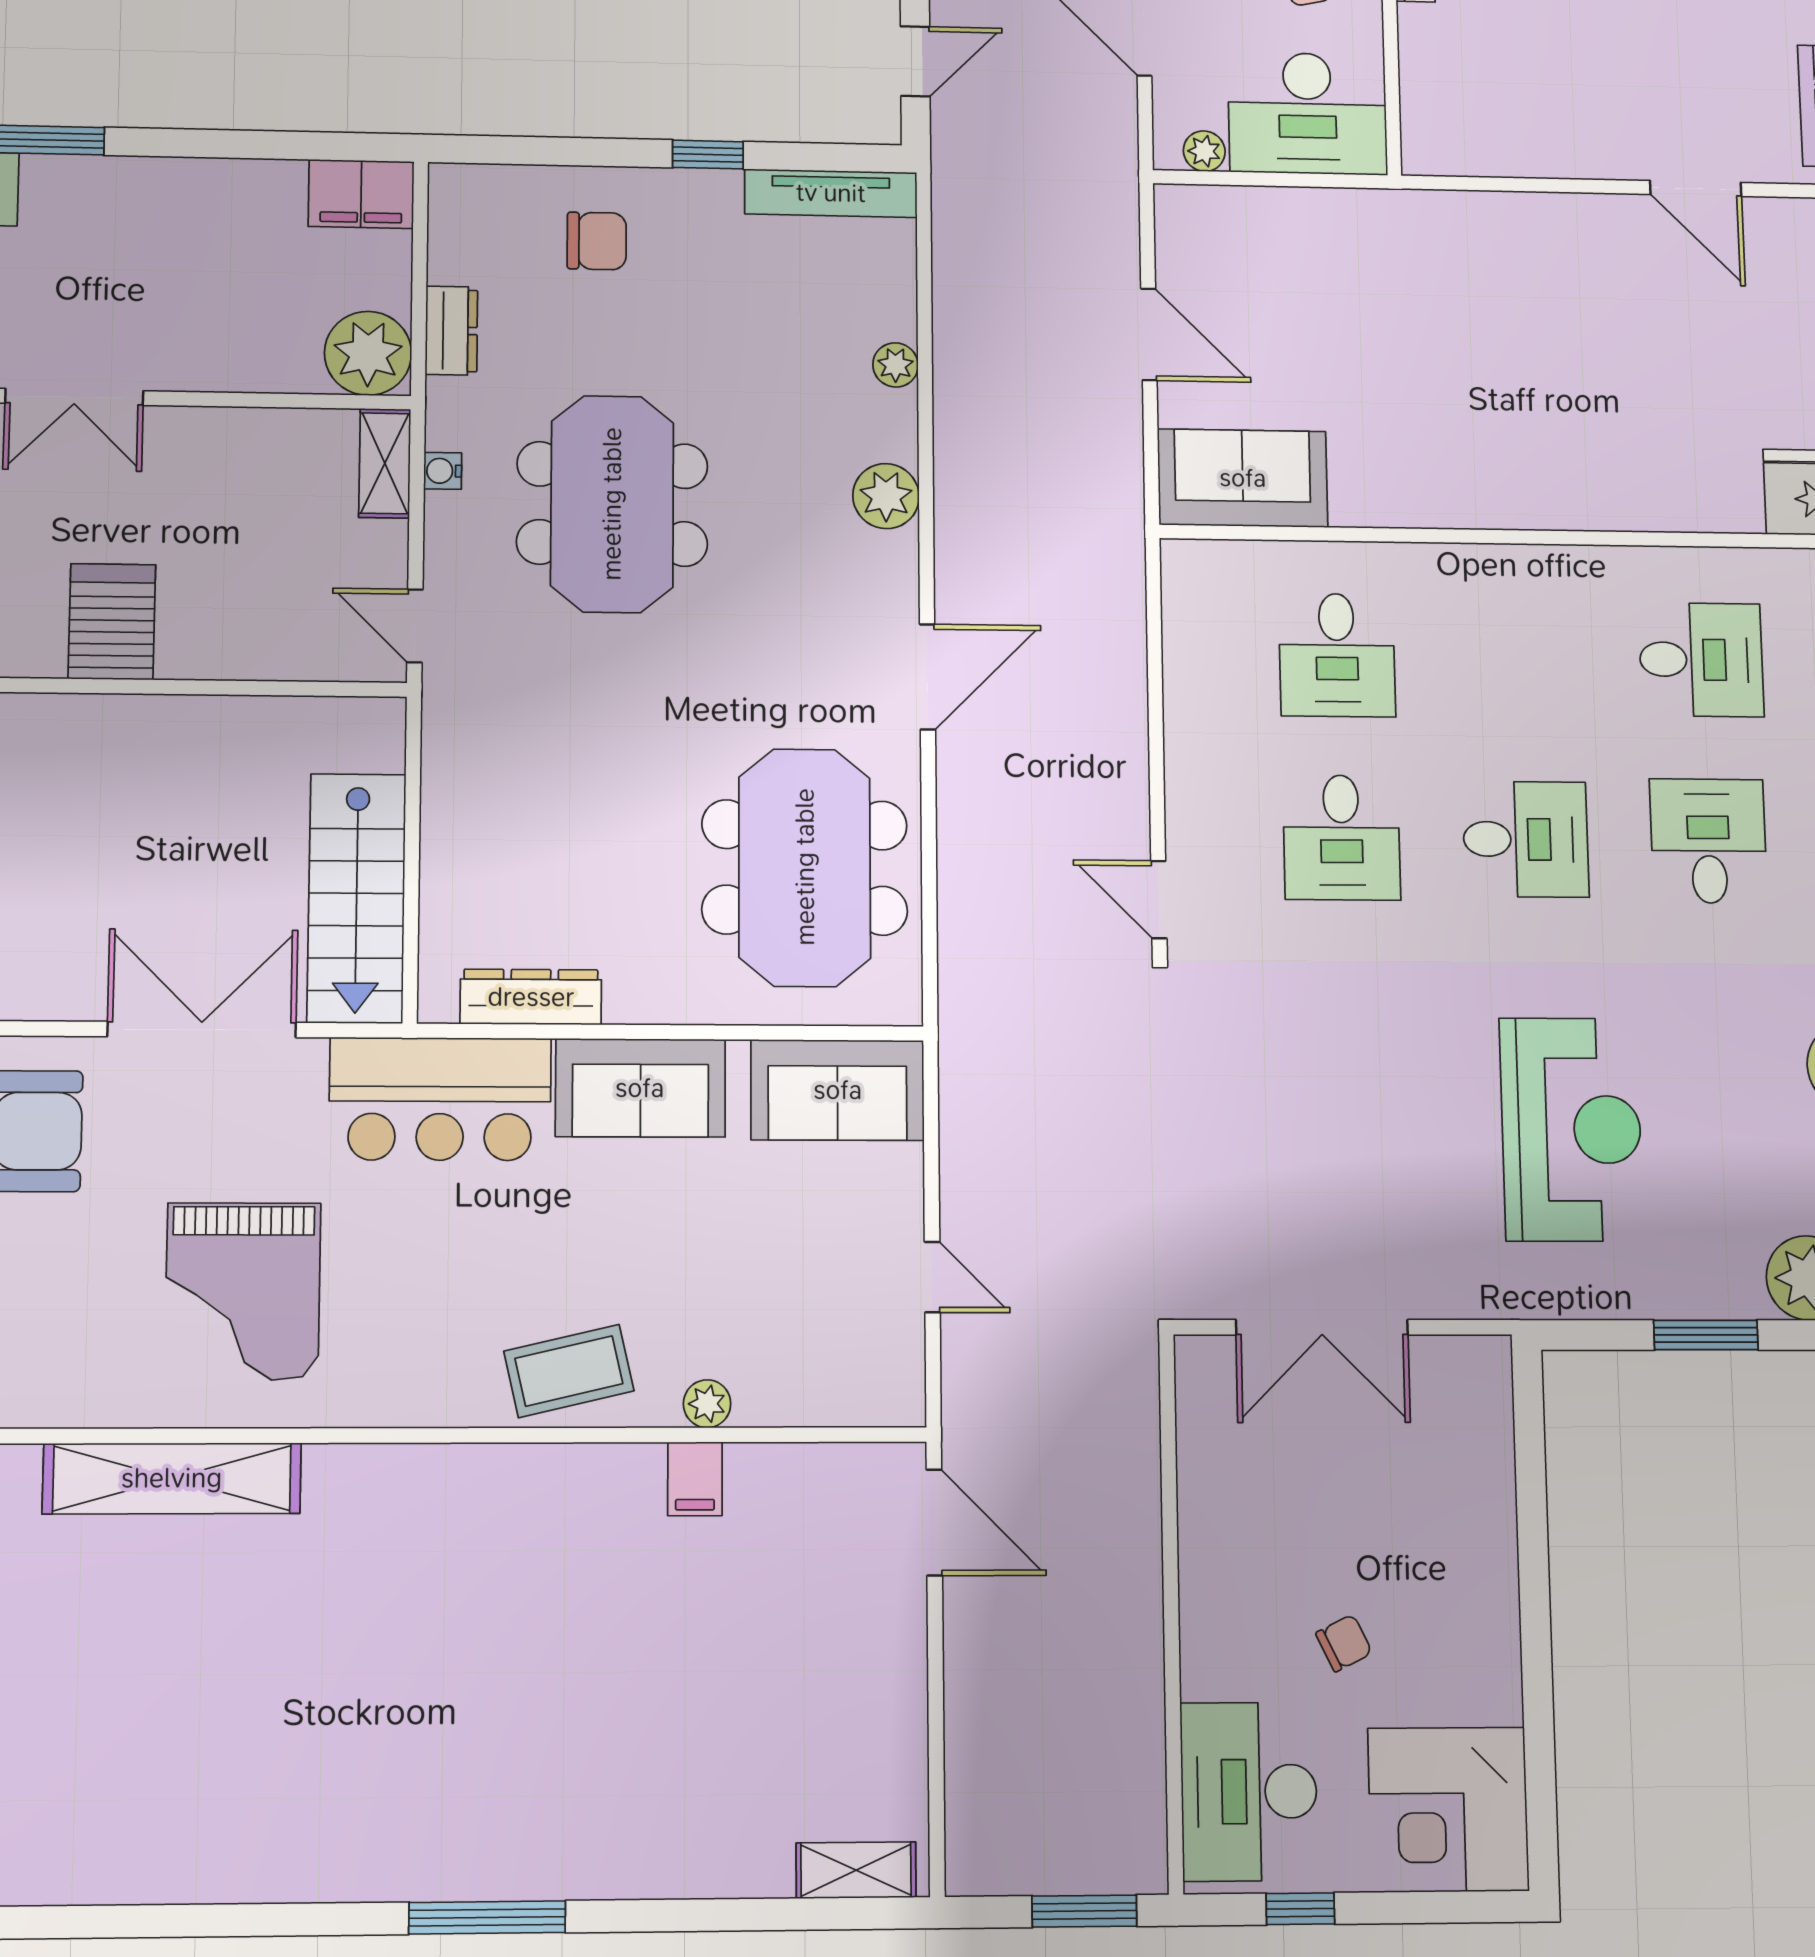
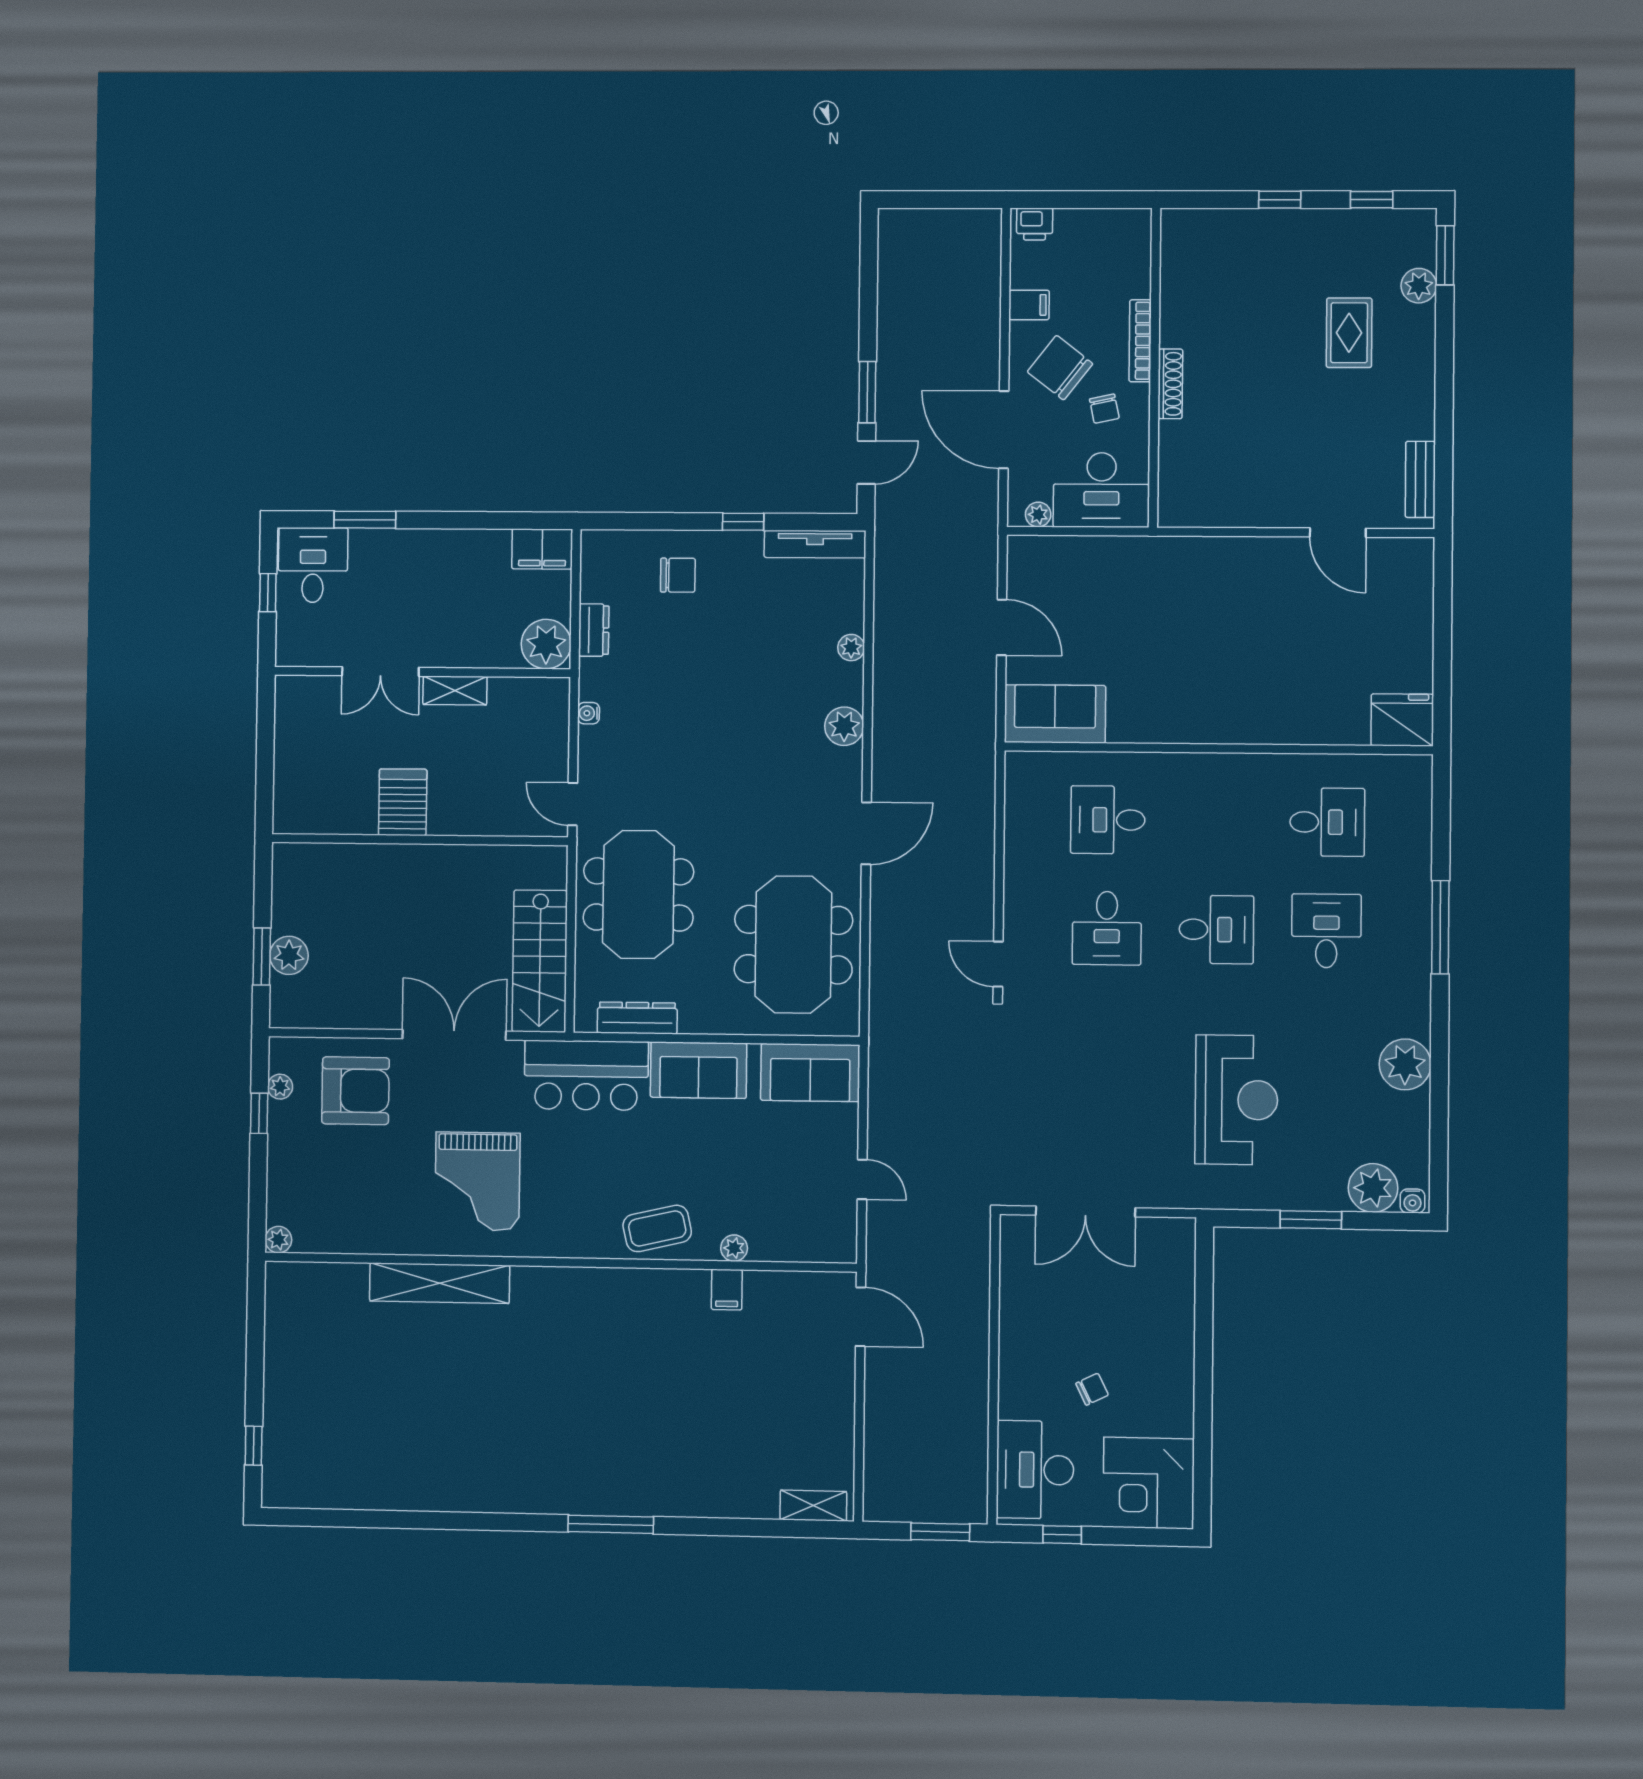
shelving: (385, 463) -> (455, 691), moved, turned 90
meeting table: (612, 504) -> (638, 894), moved
desk: (1337, 655) -> (1108, 820), turned 90

